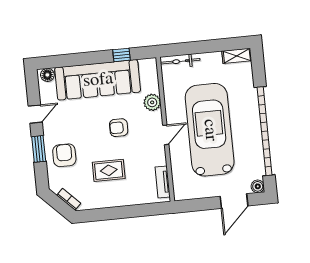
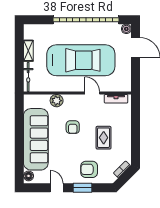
window: (121, 55) -> (19, 120), removed
shelving: (237, 56) -> (28, 51), moved
car: (210, 130) -> (81, 60), turned 180
door: (166, 135) -> (92, 93), moved

